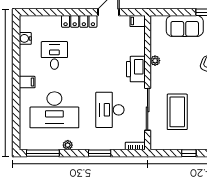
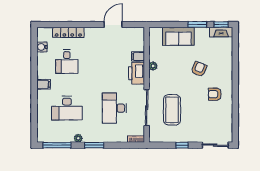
locker: (79, 21) -> (68, 32), moved
filing cabinet: (138, 21) -> (138, 57), moved
desk: (54, 55) -> (67, 62), turned 180
desk: (54, 110) -> (67, 108), width x0.73, depth x0.77
window: (100, 153) -> (94, 145), moved

